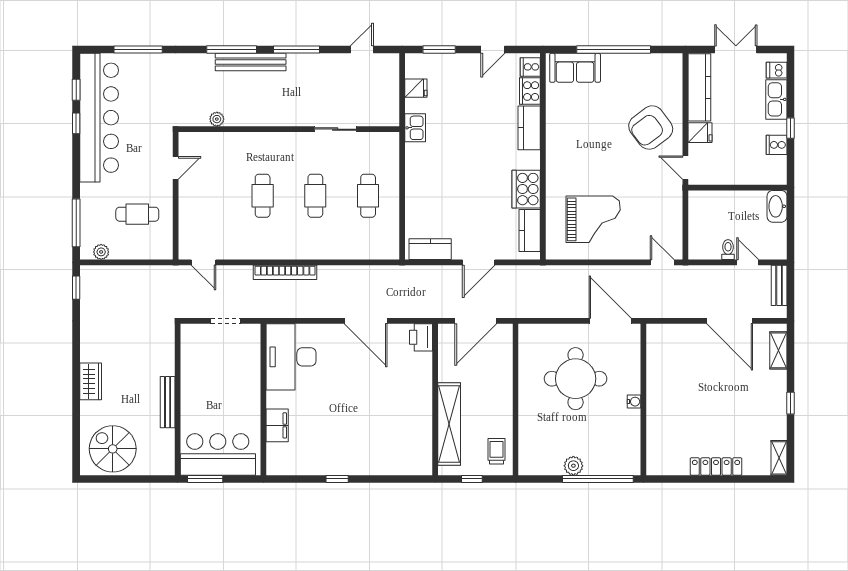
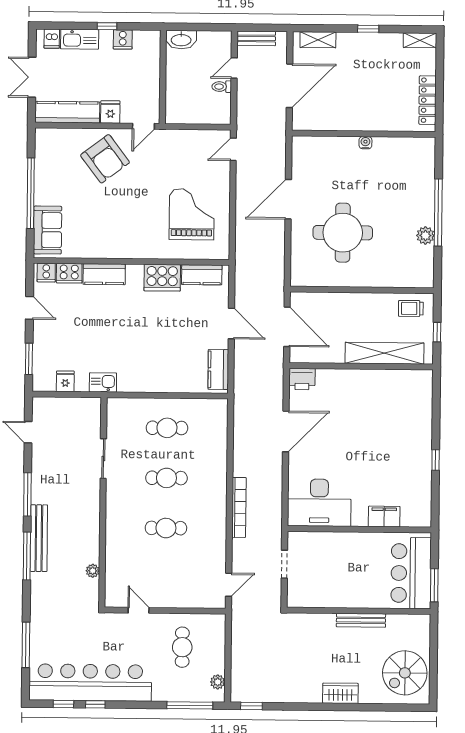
wall: (643, 399) -> (364, 134), moved
water cooler: (634, 402) -> (365, 143), moved

